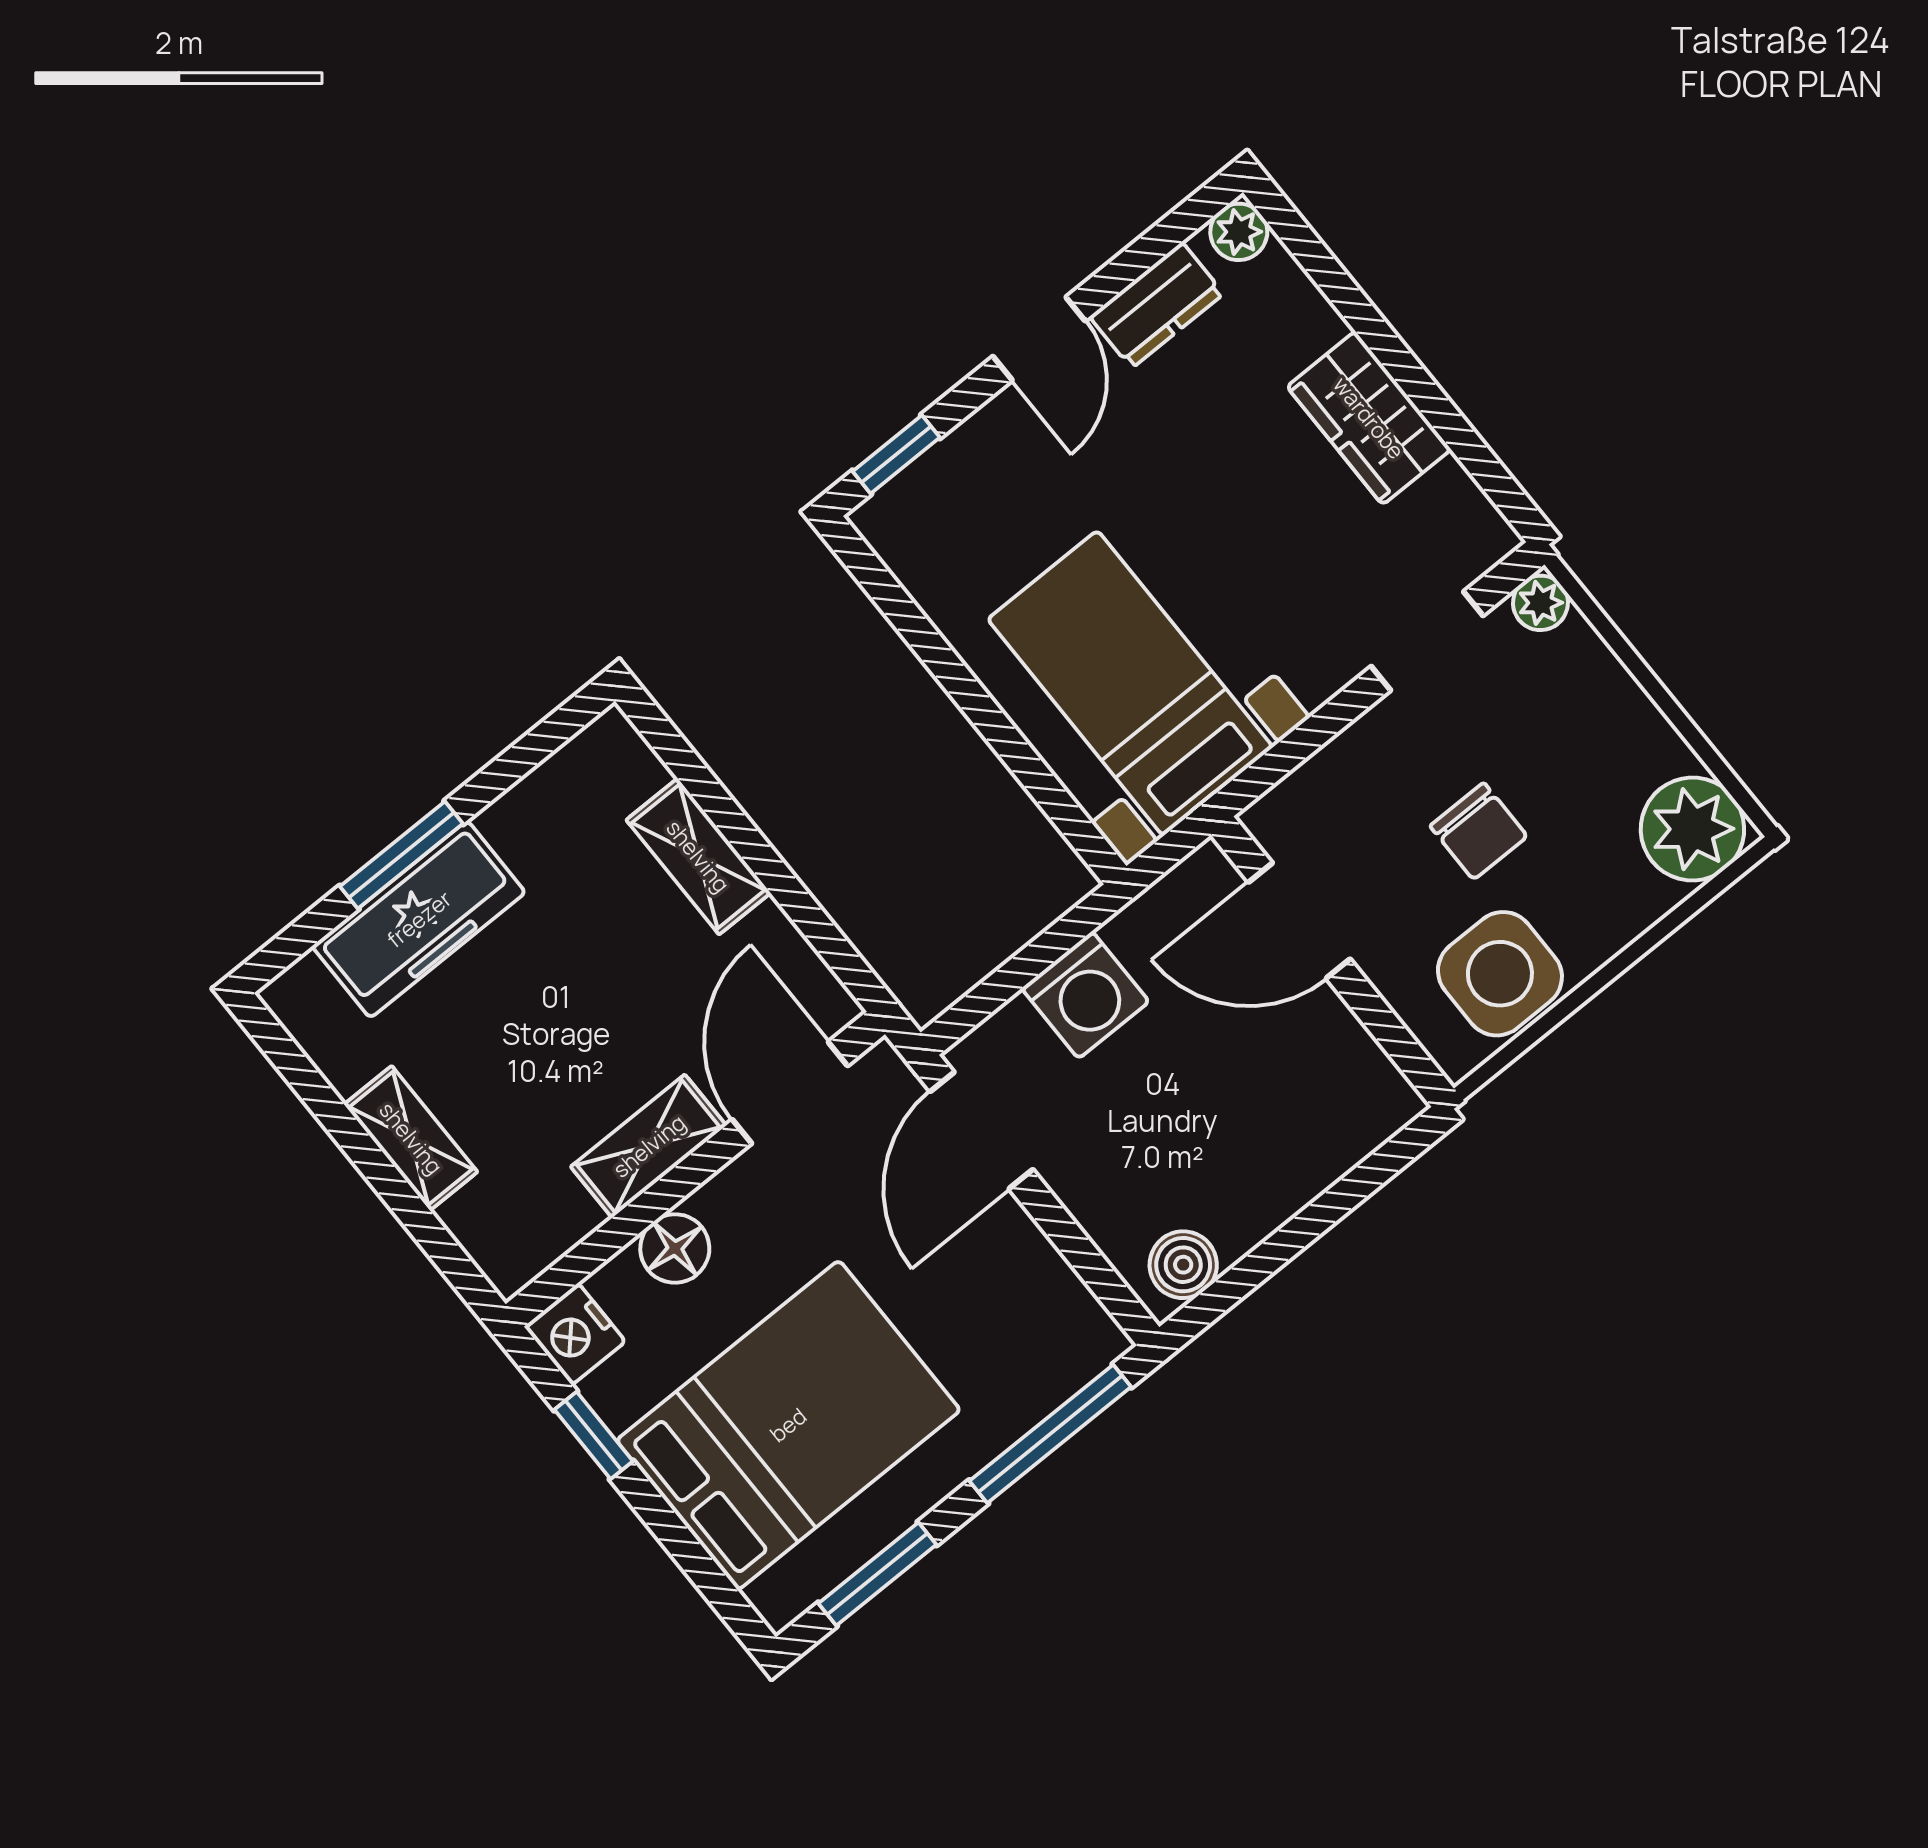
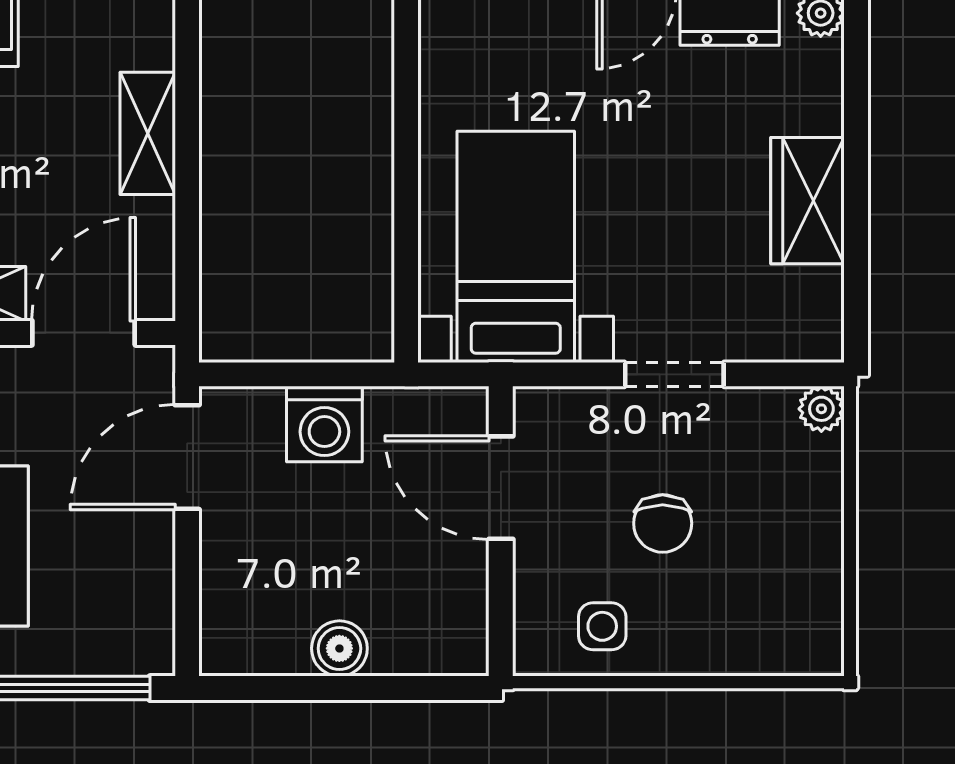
doorway: (1427, 641) -> (674, 374), moved
plant: (1692, 829) -> (801, 634), removed
side table: (1500, 974) -> (602, 626), width x0.54, depth x0.54
boiler: (1183, 1265) -> (339, 648), moved

